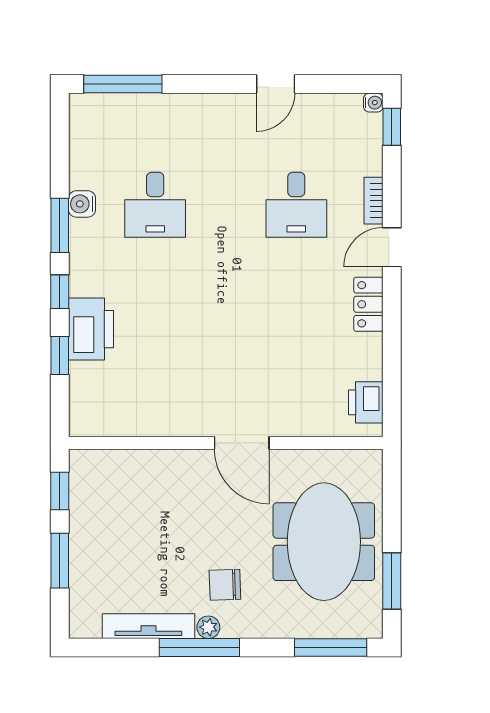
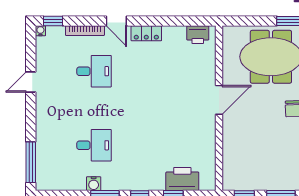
door: (276, 84) -> (31, 82), swing flipped
bookcase: (373, 201) -> (85, 31), width x1.56
printer: (91, 329) -> (182, 179), moved

